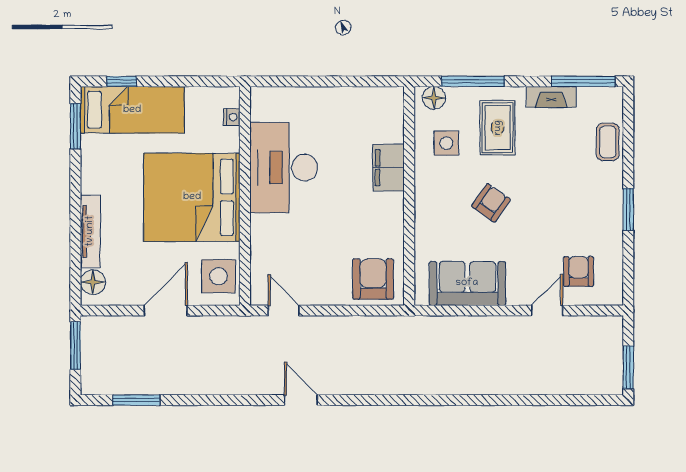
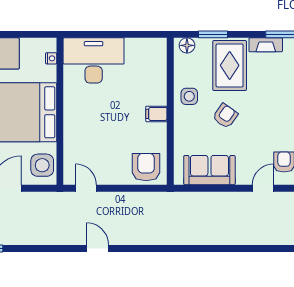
window: (473, 81) -> (213, 34), width x0.69
rug: (498, 128) -> (230, 65), width x1.36, depth x1.43
side table: (446, 143) -> (189, 96), moved
desk: (284, 168) -> (94, 60), moved, turned 90
filing cabinet: (389, 168) -> (156, 114), moved, width x0.50

